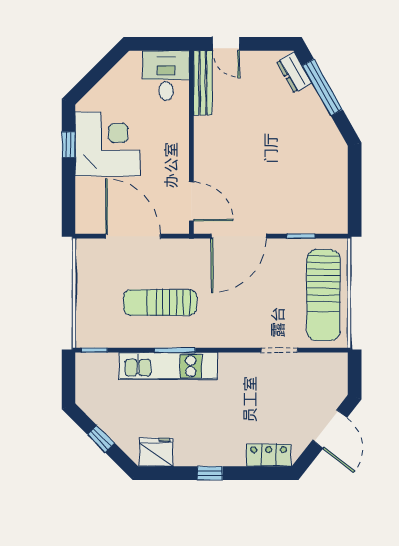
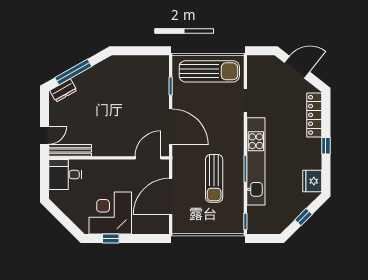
kitchen unit: (168, 366) -> (256, 161), width x1.36
locker: (269, 455) -> (314, 115), width x1.53

